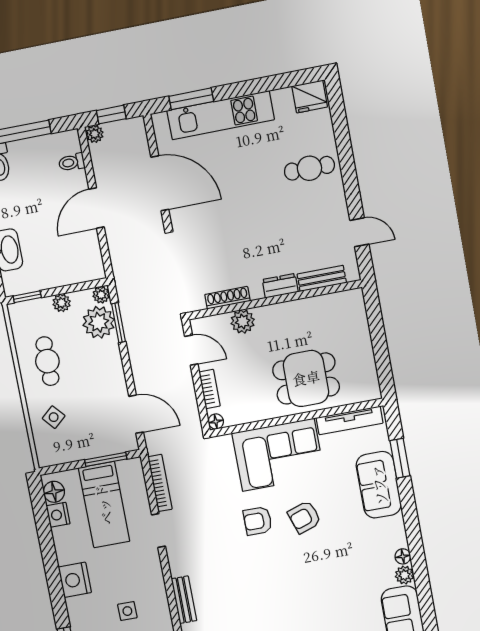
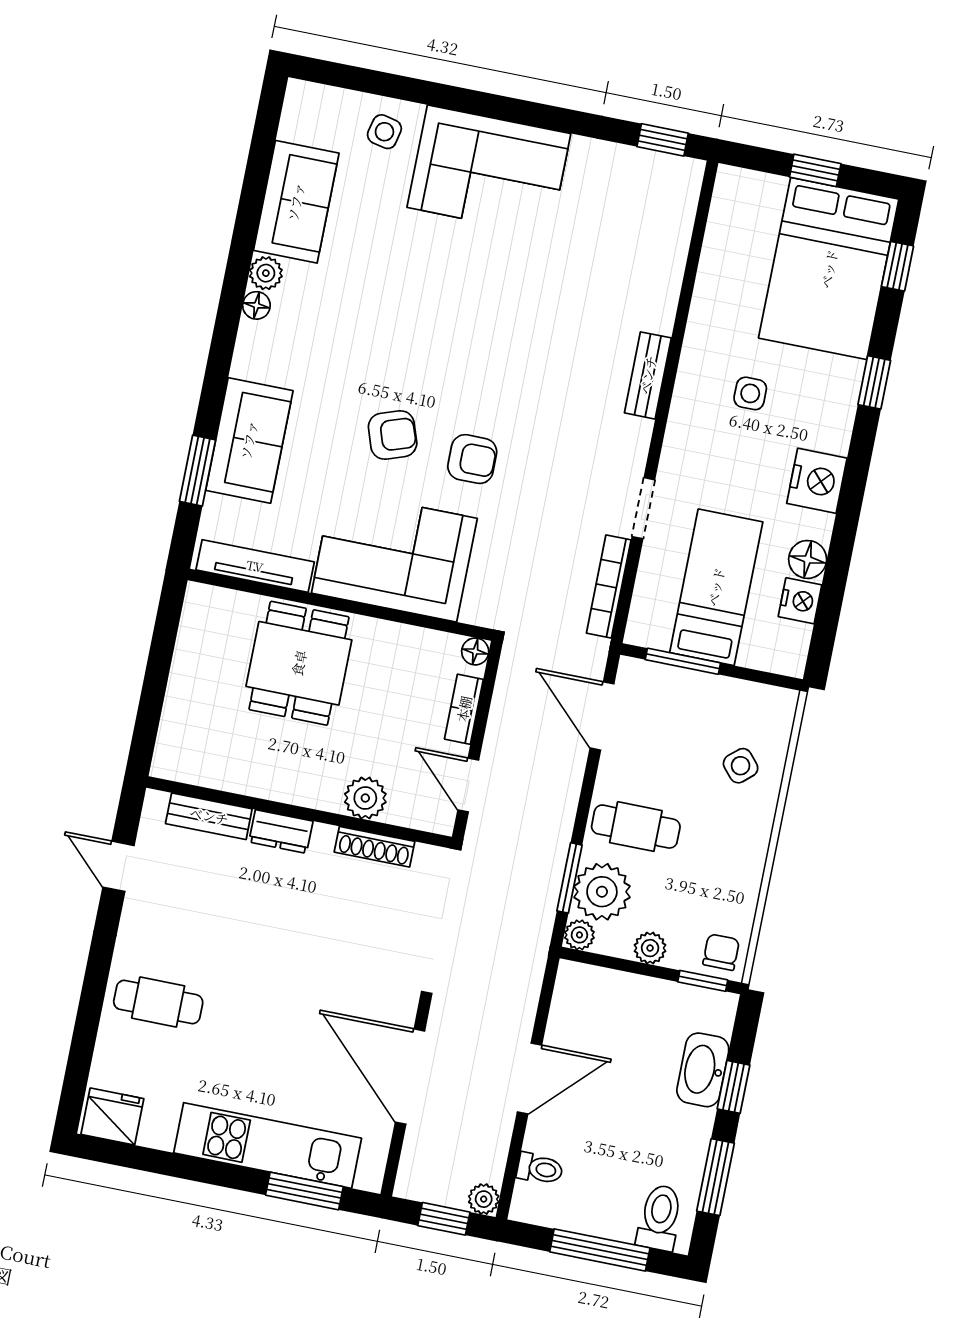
chair: (24, 316) -> (721, 952), added
cafe table: (47, 361) -> (636, 827), moved, turned 90
dining table: (306, 378) -> (299, 663), turned 90
floor lamp: (54, 492) -> (808, 559), moved

